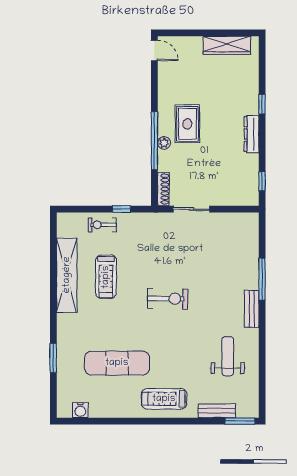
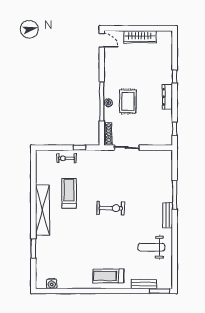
wardrobe: (227, 45) -> (140, 37), moved
rug: (187, 124) -> (128, 101), moved
shelving: (67, 275) -> (42, 210), moved
treadmill: (106, 277) -> (69, 193), turned 180
weight bench: (228, 356) -> (151, 247), turned -90
exercise mat: (117, 363) -> (76, 252), removed

